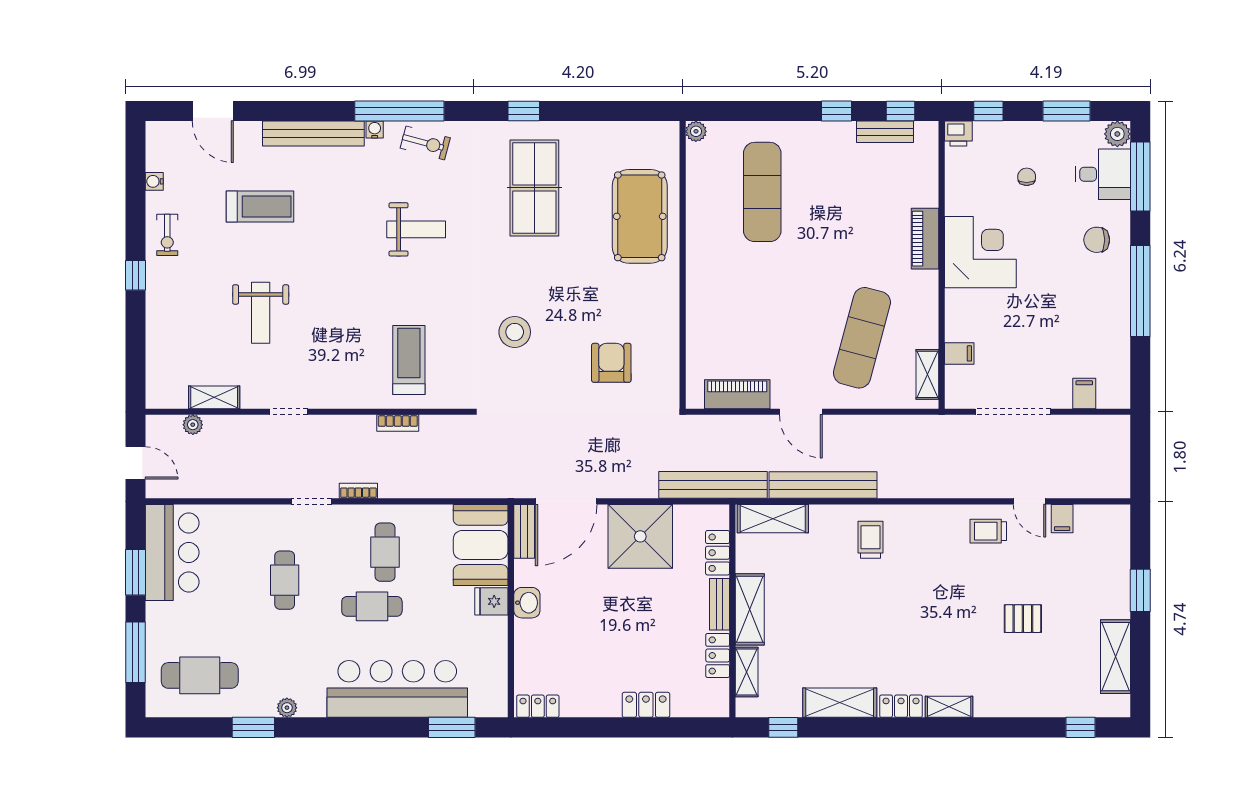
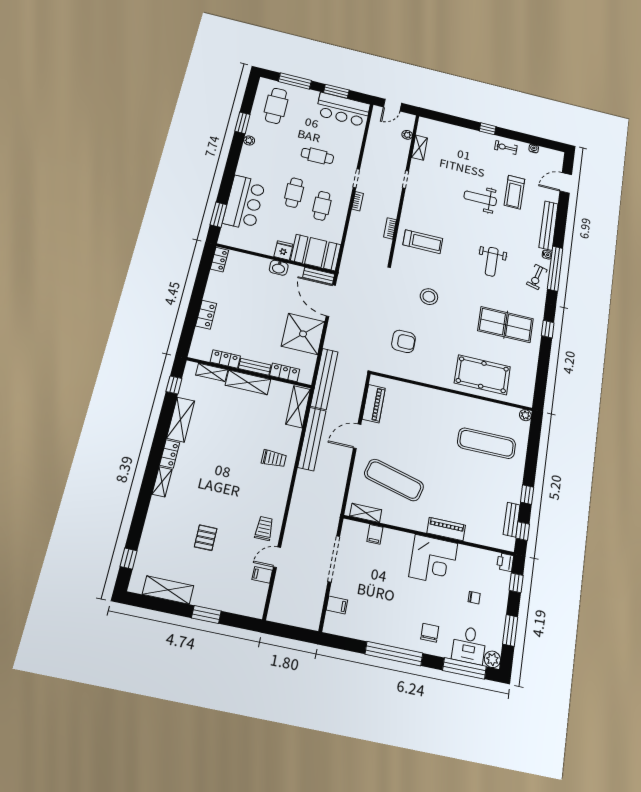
weight bench: (261, 313) -> (480, 198), moved
cafe table: (385, 552) -> (322, 206), turned 90
bar counter: (397, 689) -> (244, 203), width x0.73

